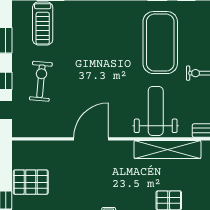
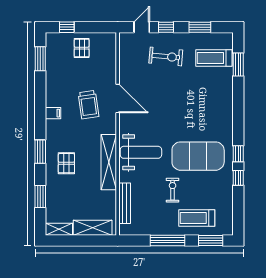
trolley: (99, 174) -> (88, 105), added
pallet: (31, 182) -> (82, 48), width x0.67, depth x0.71

